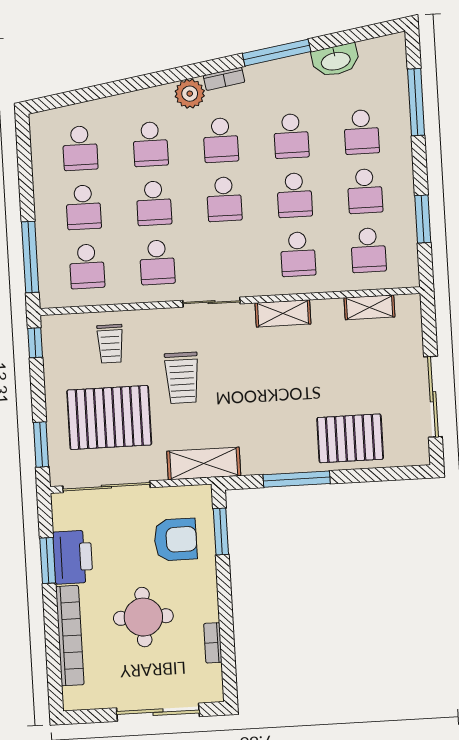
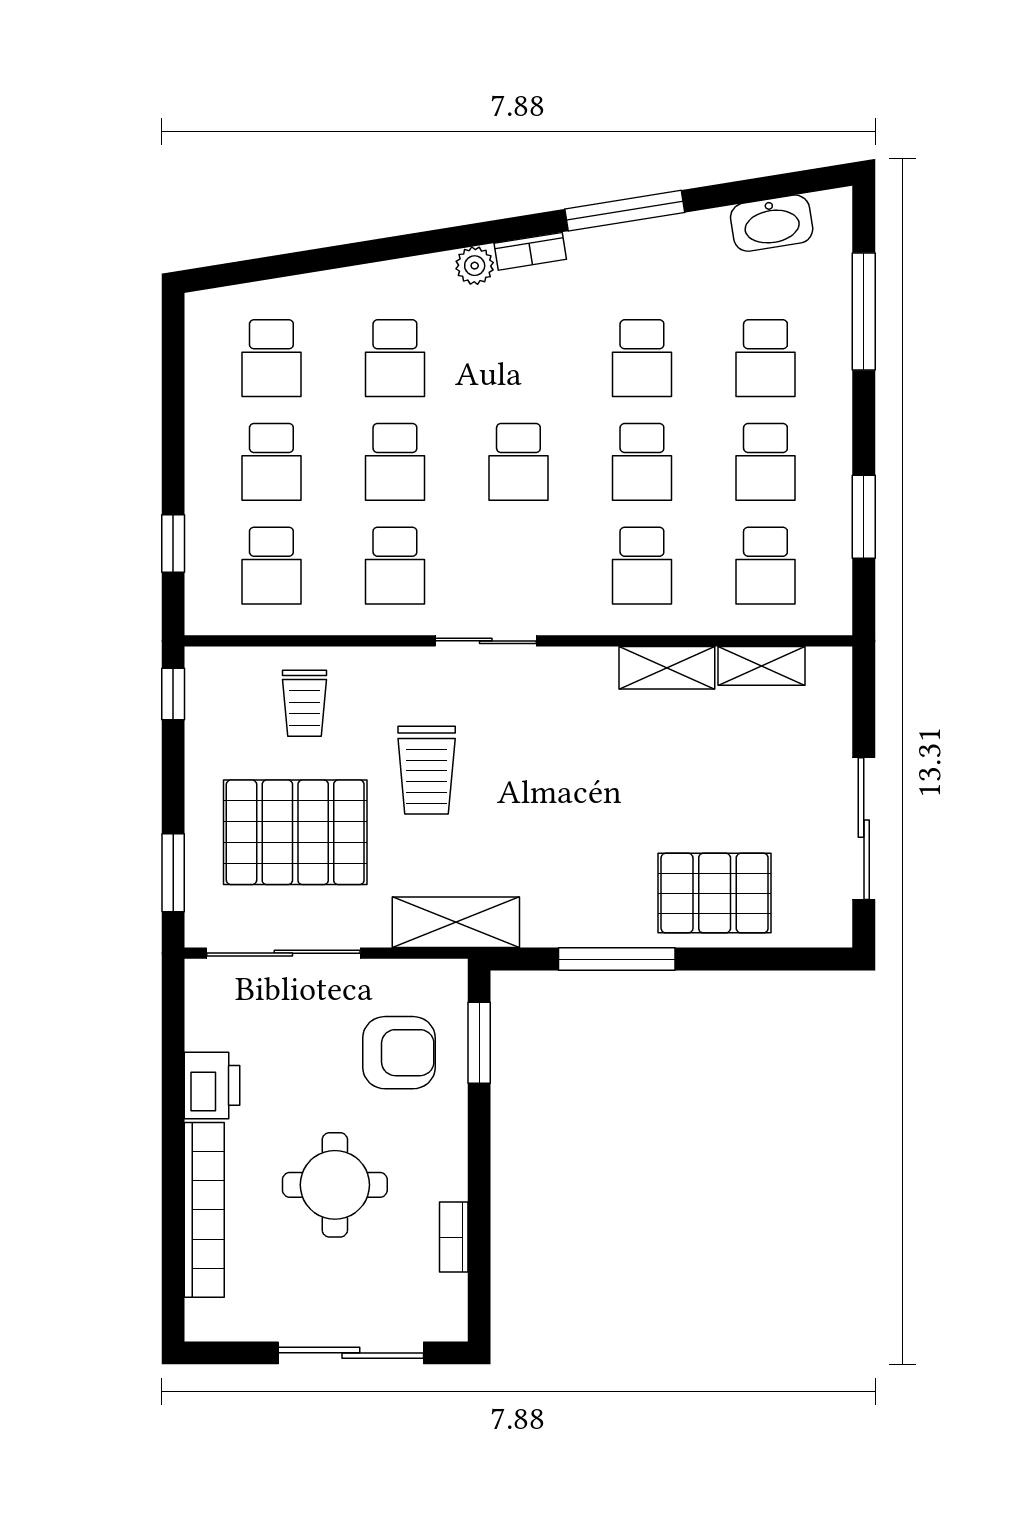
washbasin: (336, 60) -> (772, 223), moved
plant: (190, 94) -> (475, 266), width x0.73, depth x0.73
school desk: (221, 140) -> (518, 358), removed
window: (30, 257) -> (173, 543), width x0.46
shelving: (283, 313) -> (667, 668), moved
printer: (73, 557) -> (212, 1085), width x0.73, depth x0.84
window: (48, 561) -> (173, 1076), removed

